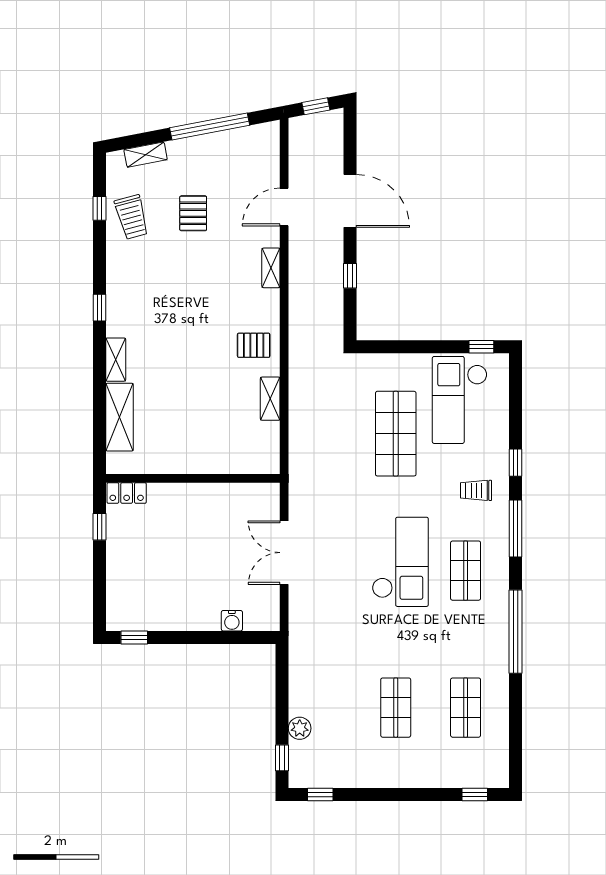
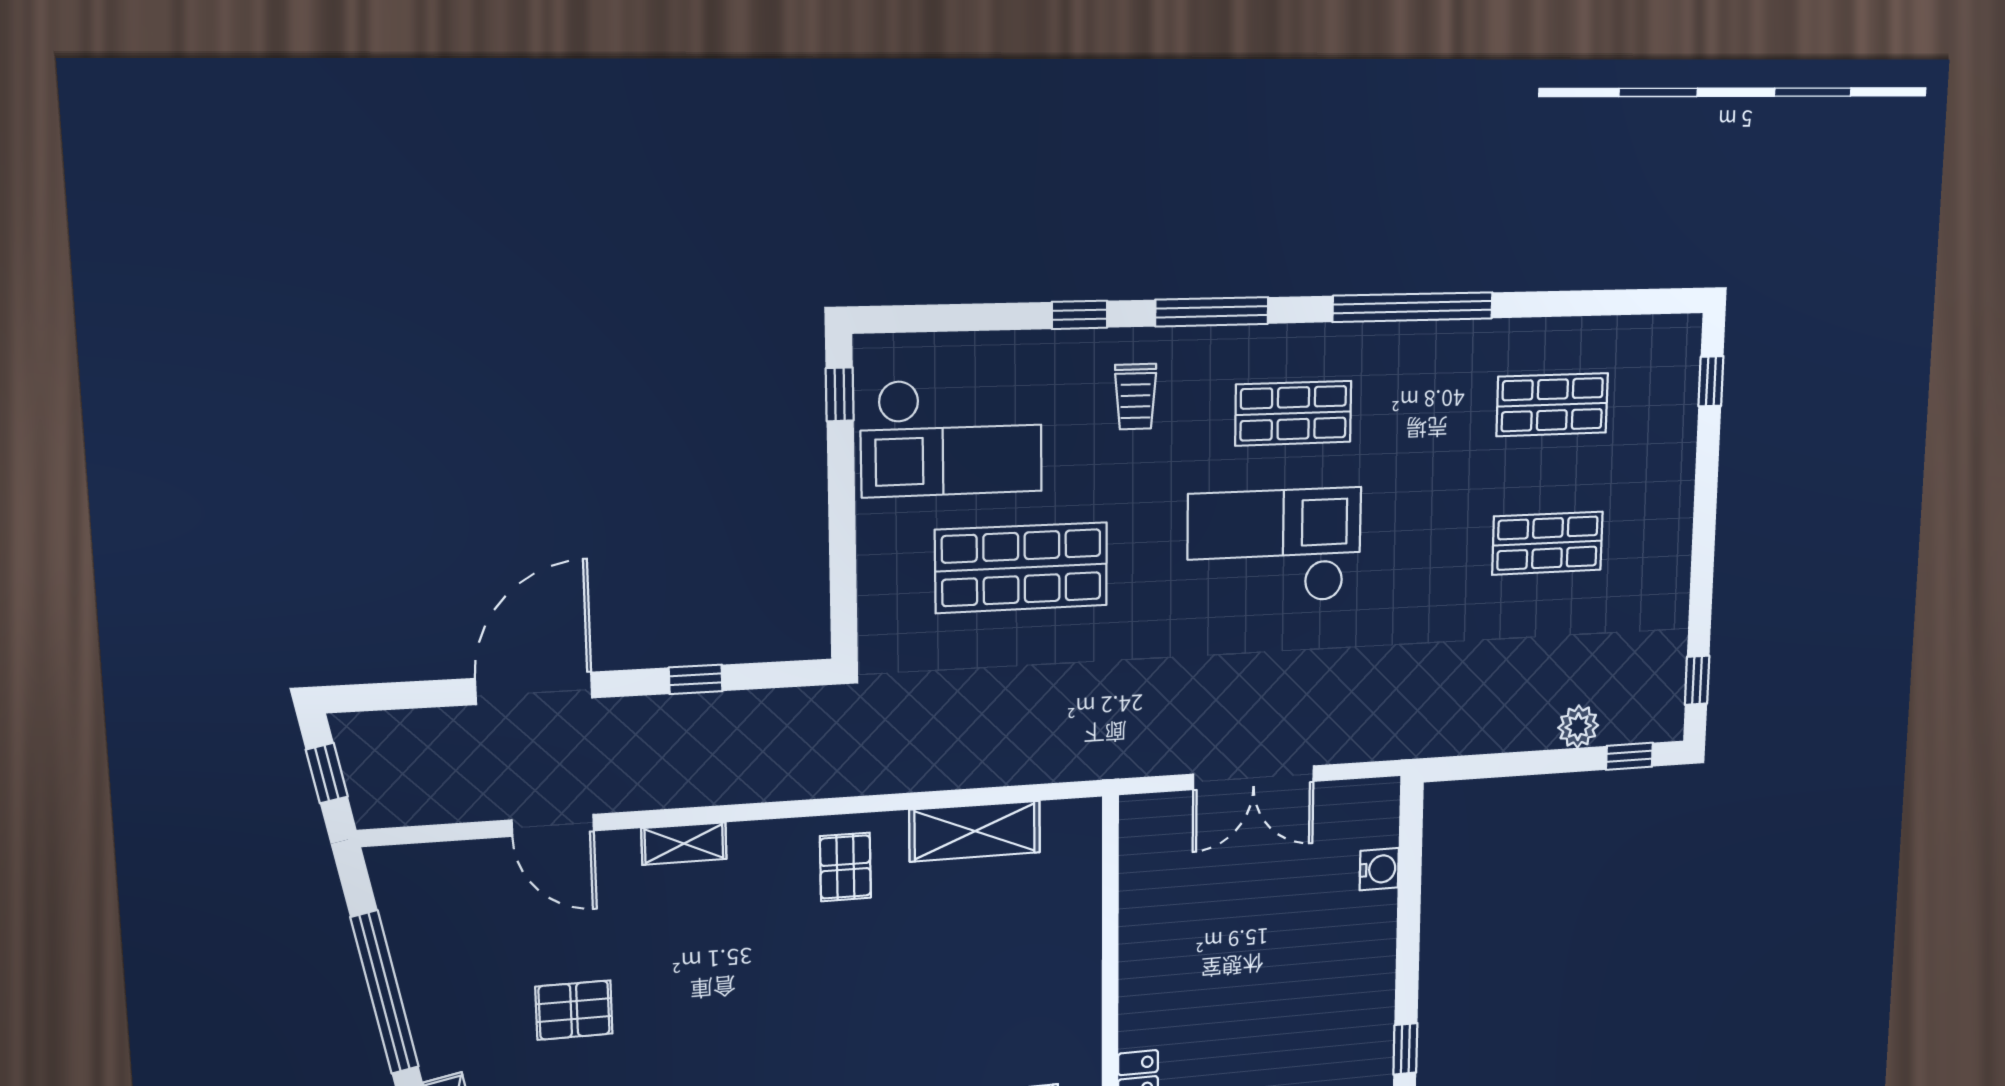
shelving: (270, 399) -> (975, 831), width x1.50, depth x1.33

